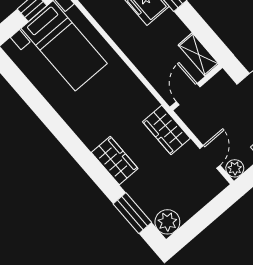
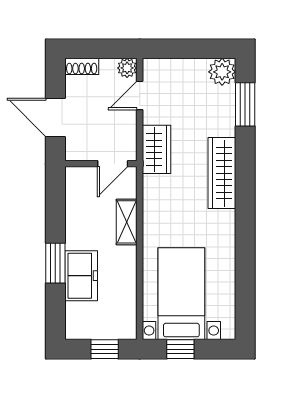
shelving: (199, 54) -> (127, 222), moved
wardrobe: (115, 161) -> (222, 173), width x1.50

